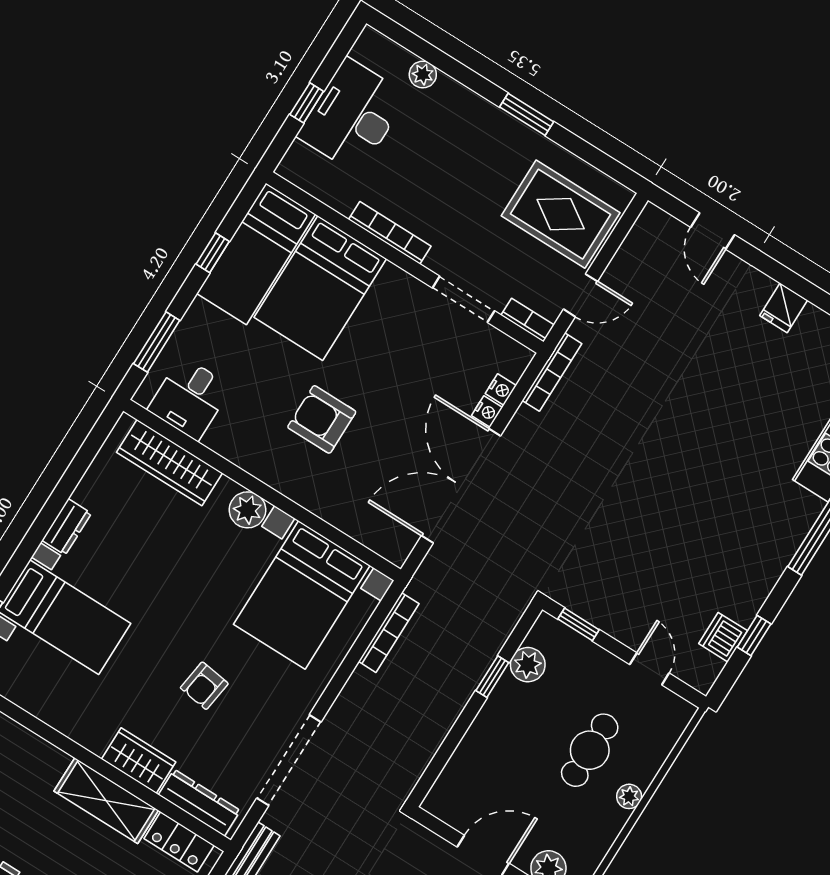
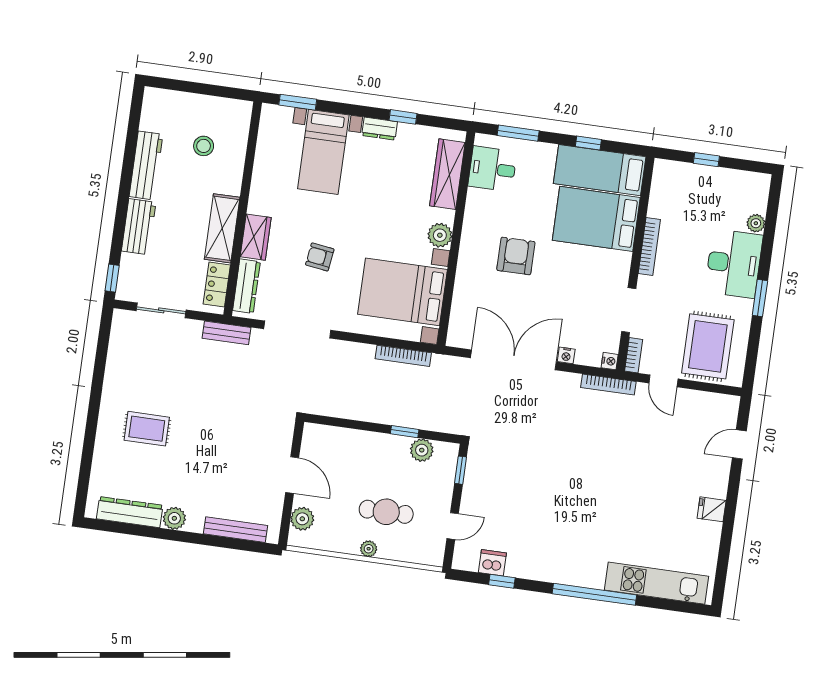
desk: (352, 116) -> (734, 264), moved, turned 90
nightstand: (501, 389) -> (610, 361), moved, turned -90
window: (65, 488) -> (403, 117), added

